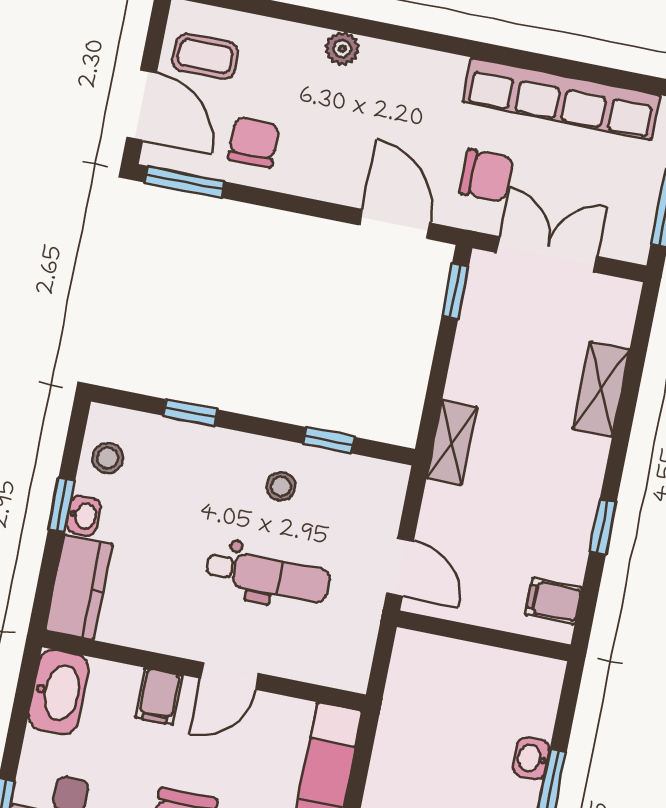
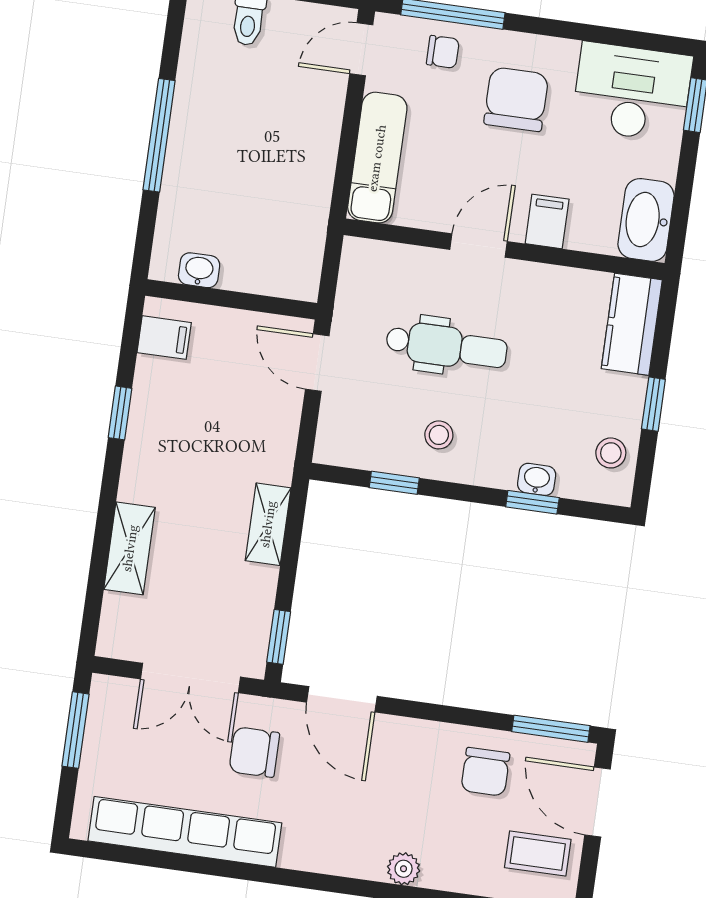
shelving: (452, 442) -> (268, 524), moved
washbasin: (84, 516) -> (537, 479), moved, turned 90
dental chair: (268, 576) -> (447, 346), turned 180
washbasin: (531, 758) -> (199, 270), moved, turned -90

